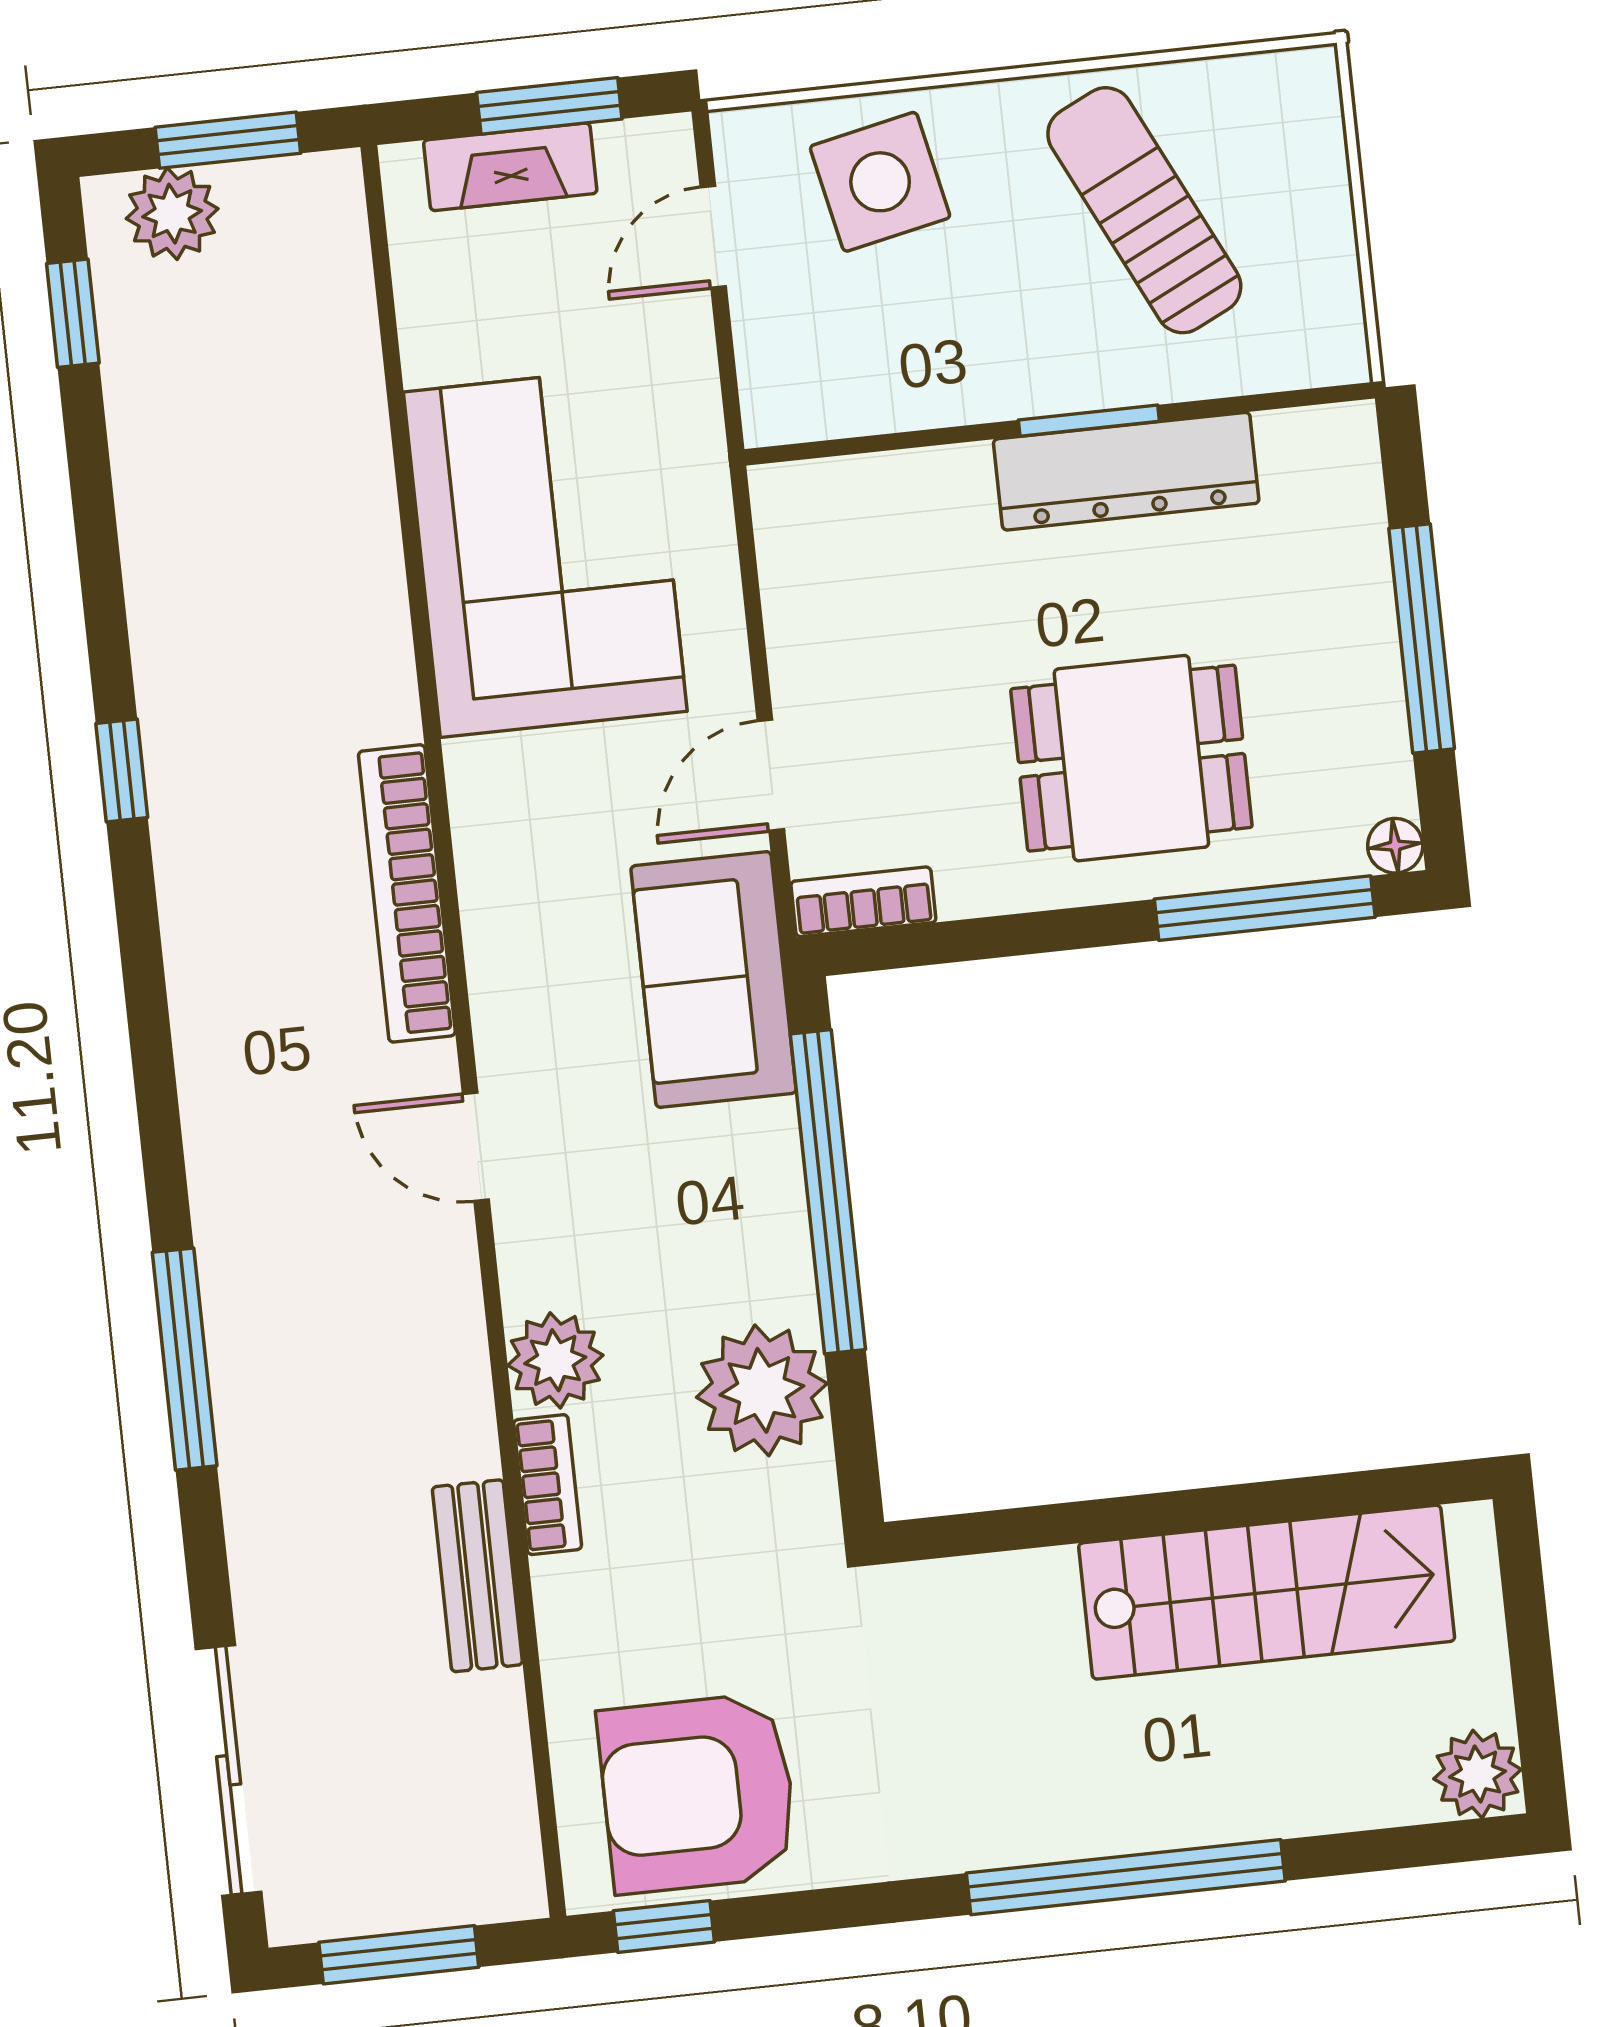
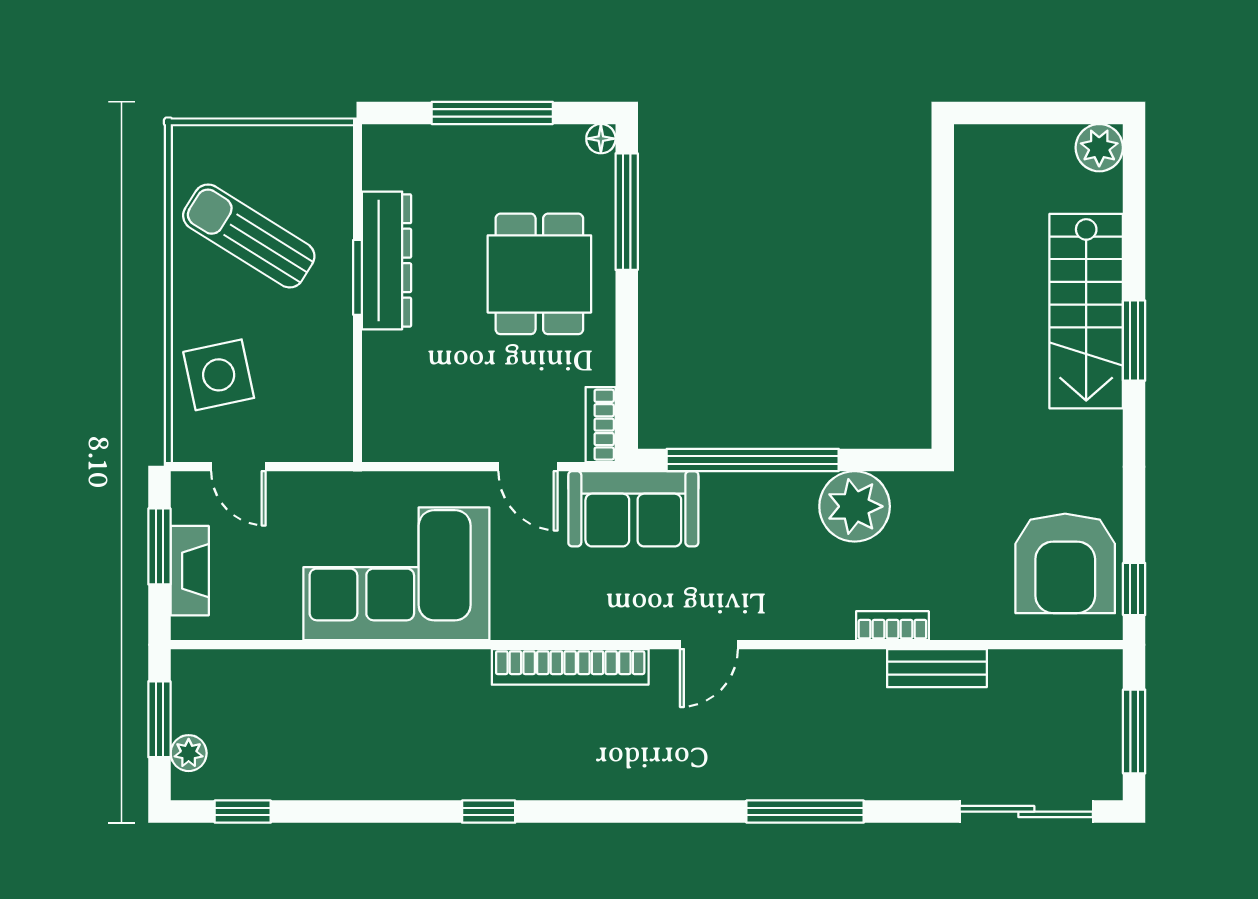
sun lounger: (1144, 210) -> (249, 236), turned 58
plant: (172, 214) -> (189, 753), width x0.73, depth x0.73
plant: (555, 1360) -> (827, 615), removed
stairs: (1267, 1592) -> (1086, 311), moved, turned 180
window: (1126, 1877) -> (1134, 341), width x0.47

